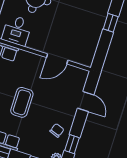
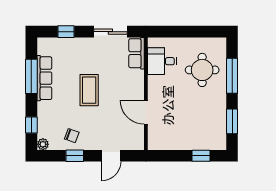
coffee table: (22, 102) -> (89, 90), turned 90
window: (72, 144) -> (75, 156), moved

